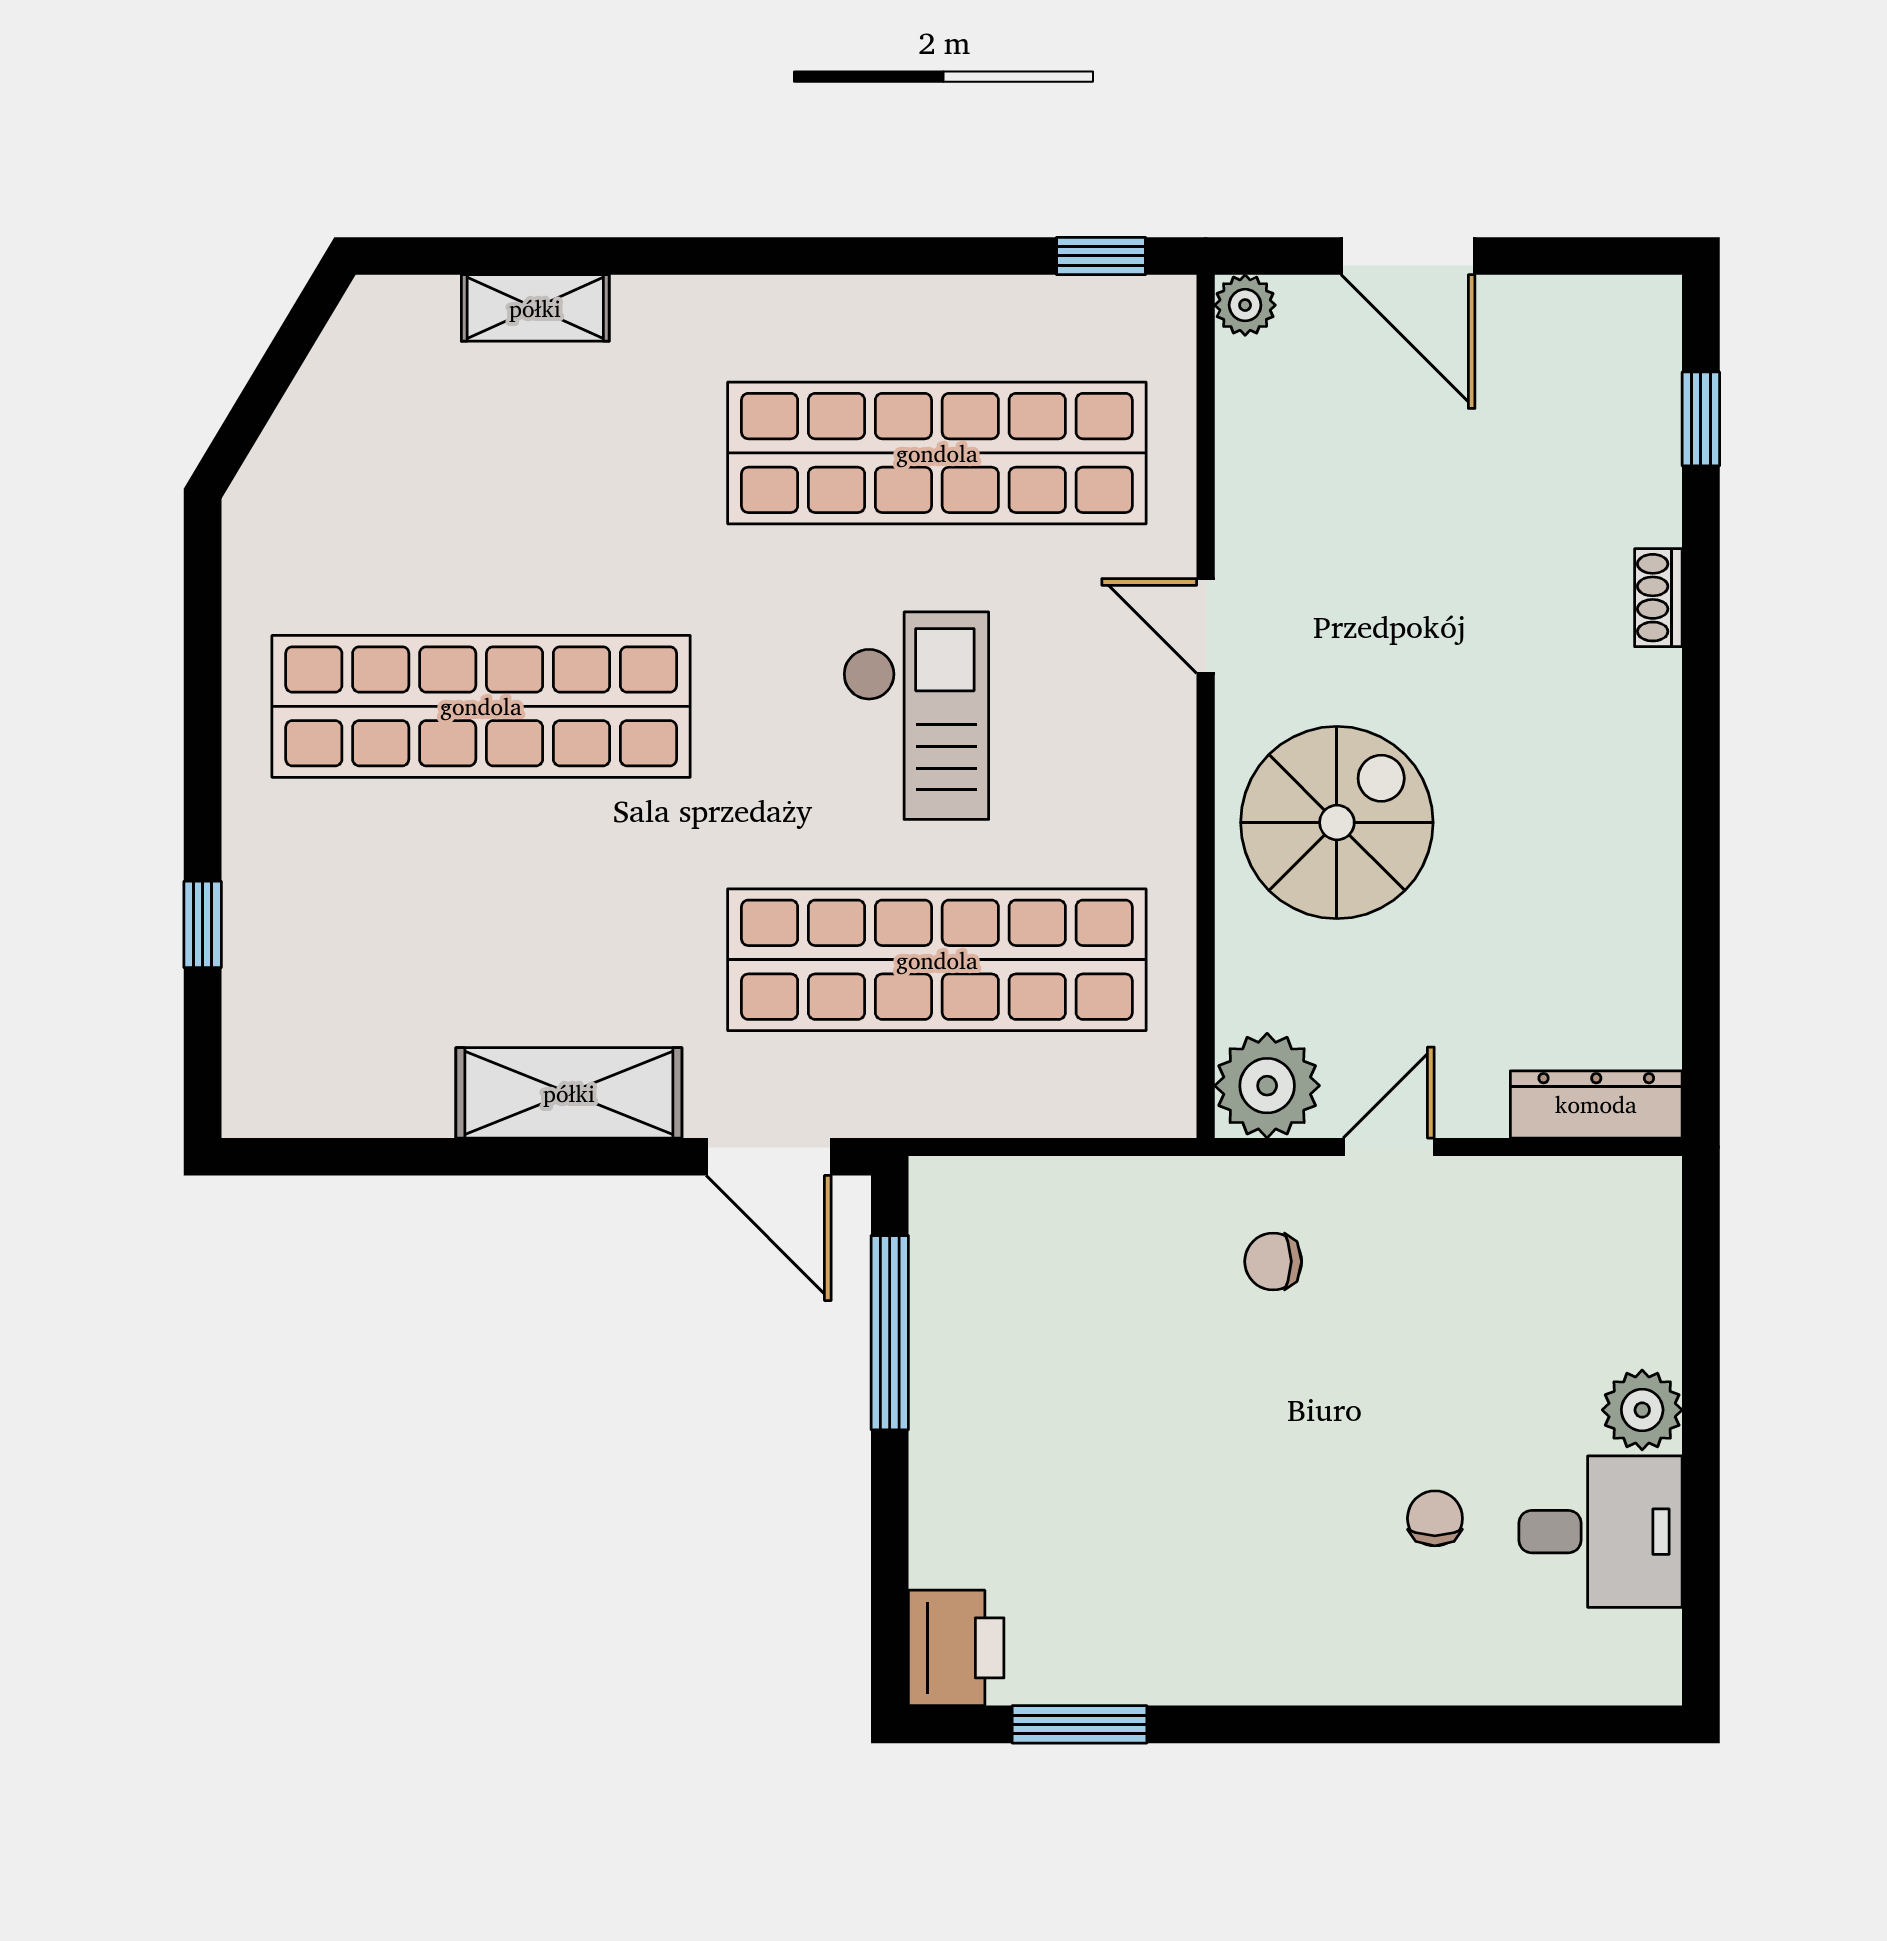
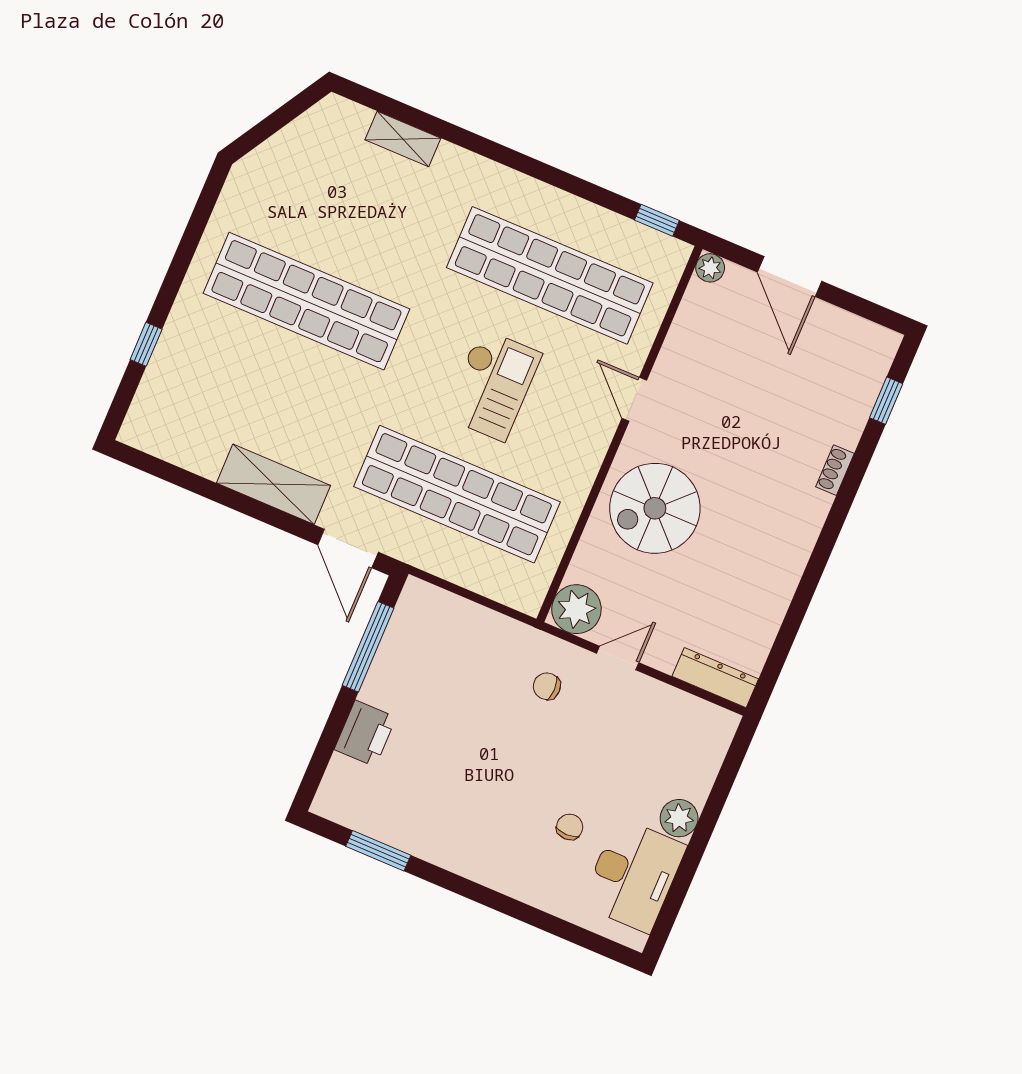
spiral stairs: (1337, 823) -> (655, 508), turned 180
desk: (1601, 1532) -> (634, 875), width x1.37
printer: (956, 1648) -> (365, 733), moved

